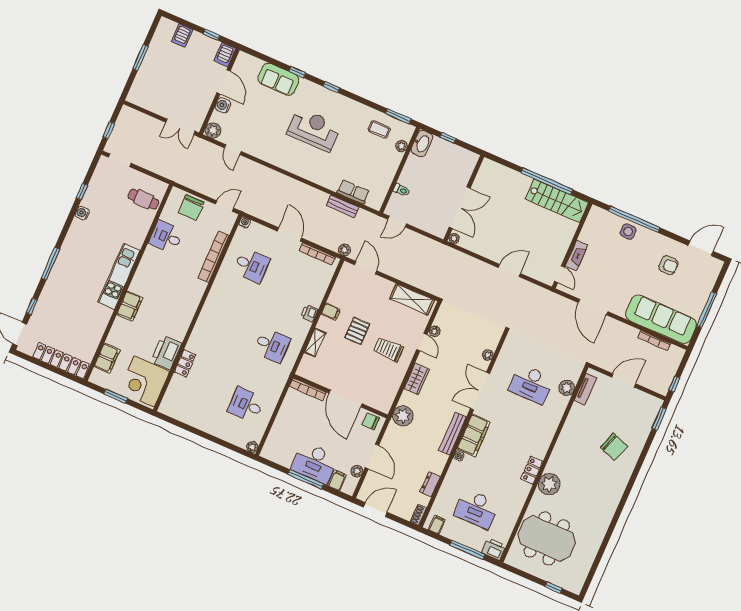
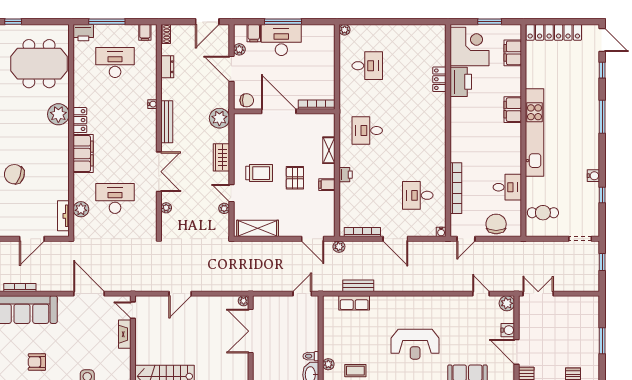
toilet: (401, 190) -> (311, 356), moved
kitchen unit: (119, 276) -> (535, 132), width x1.36
filing cabinet: (474, 435) -> (83, 154), moved, turned 180

